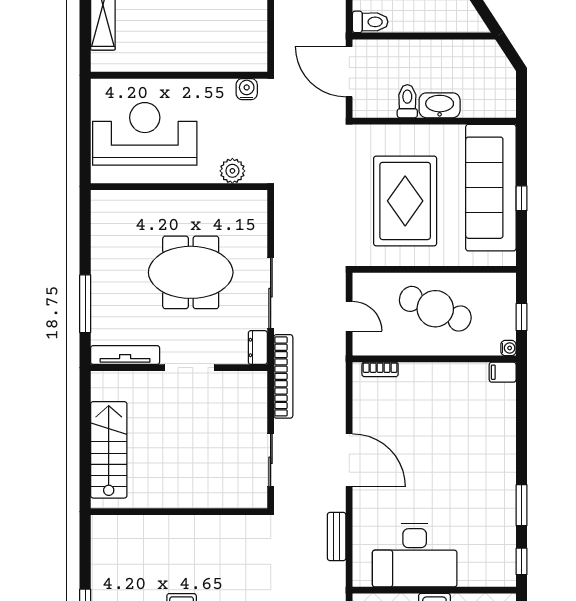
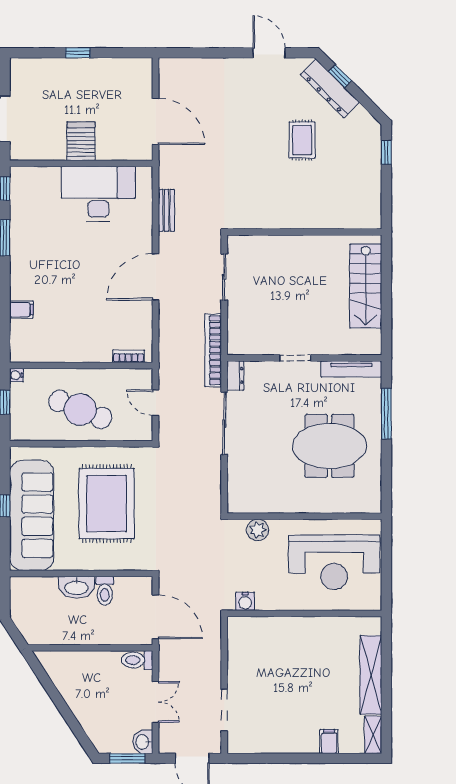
meeting table: (191, 272) -> (329, 446), moved
doorway: (189, 368) -> (295, 358), width x0.73
filing cabinet: (503, 372) -> (21, 310), moved
door: (349, 460) -> (156, 277), hinge flipped

